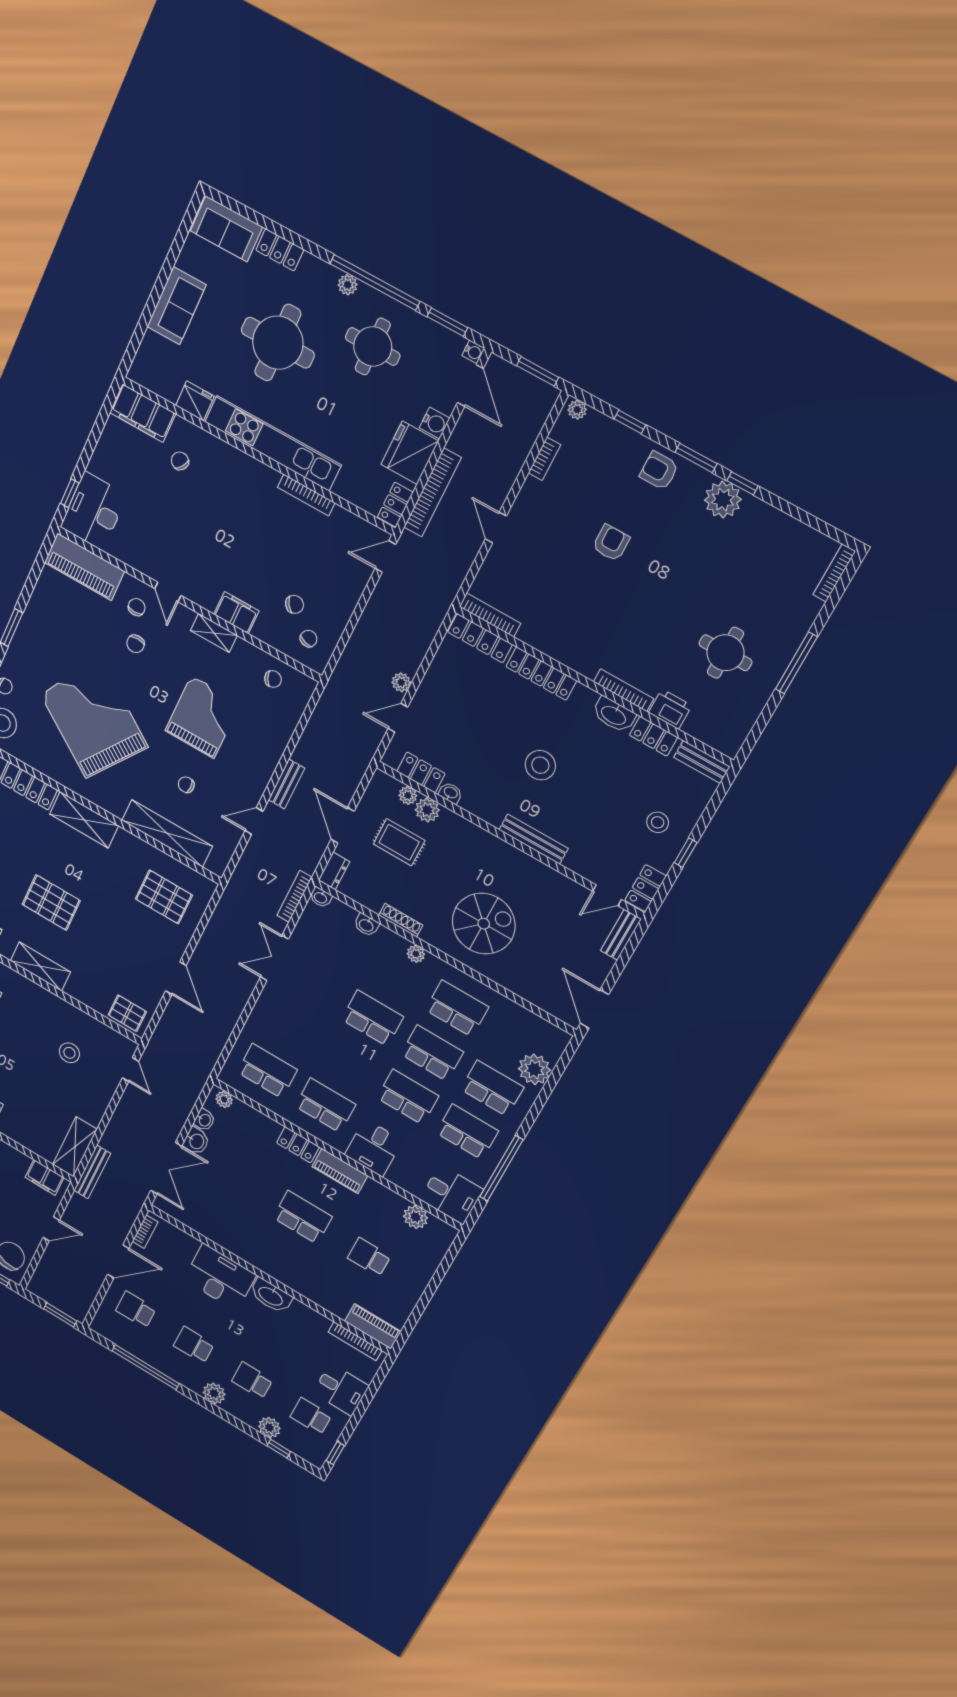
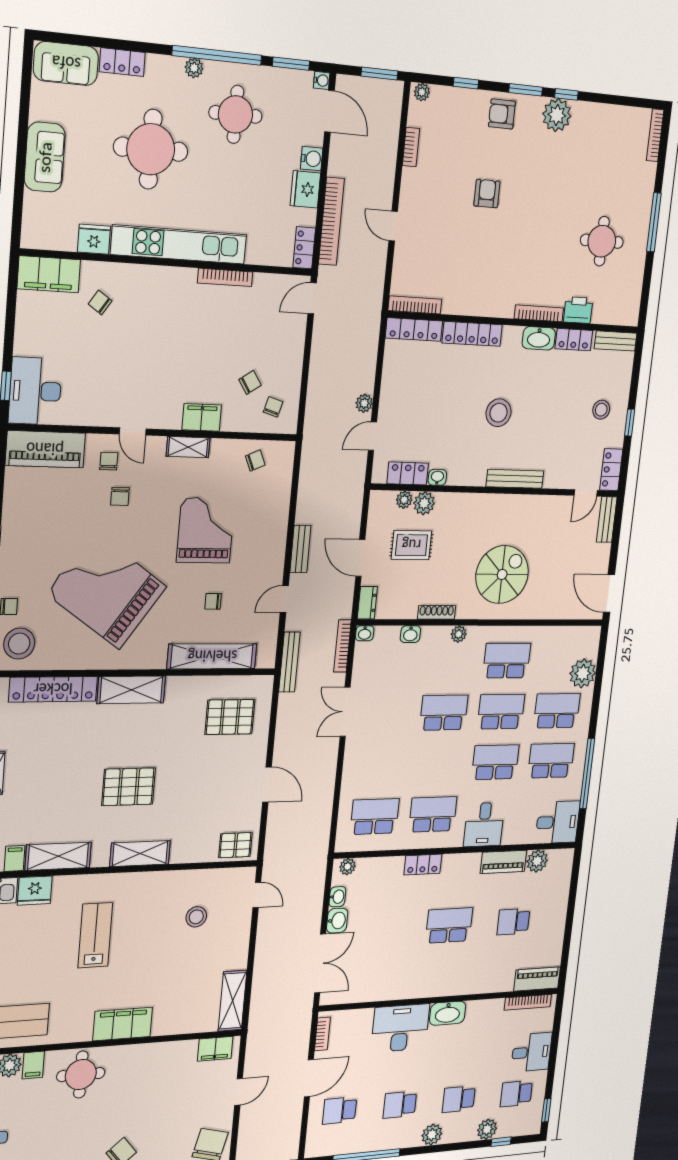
fridge: (410, 453) -> (305, 189), width x0.73, depth x0.75
piano: (340, 1171) -> (504, 862), moved
bench: (92, 1172) -> (289, 662), moved

